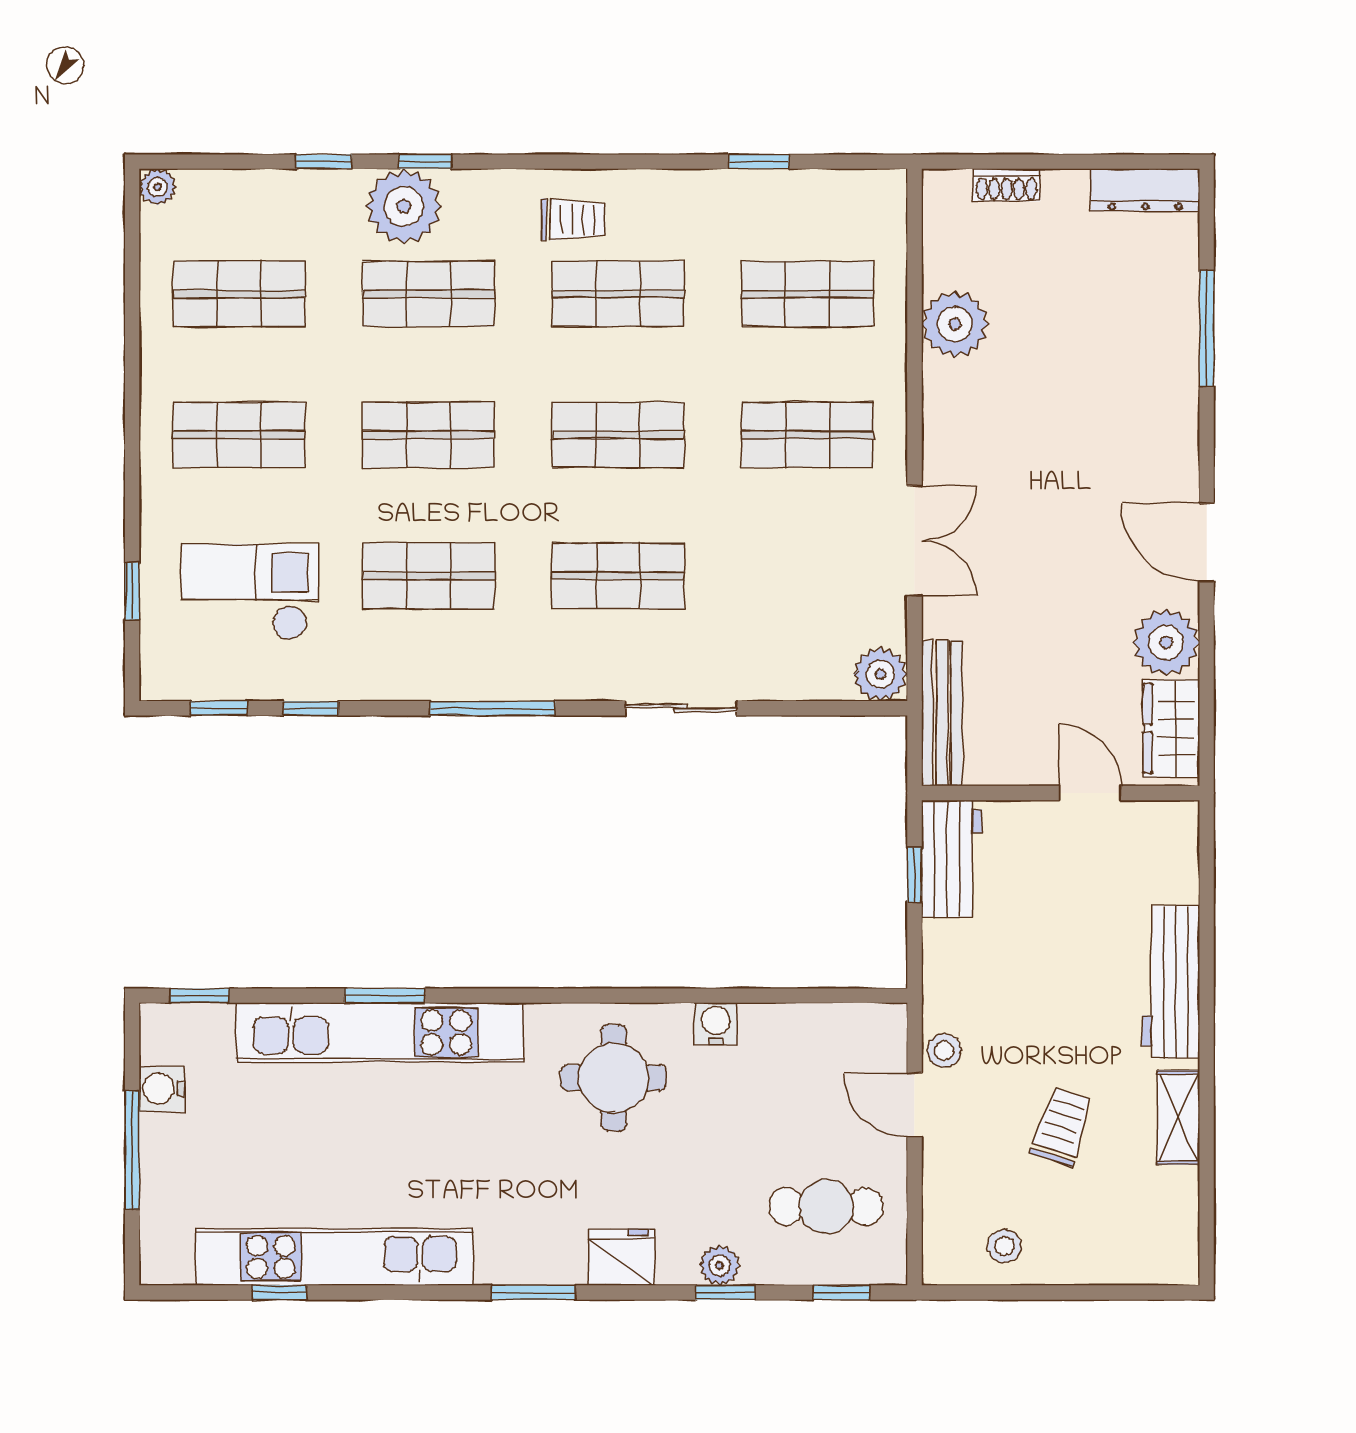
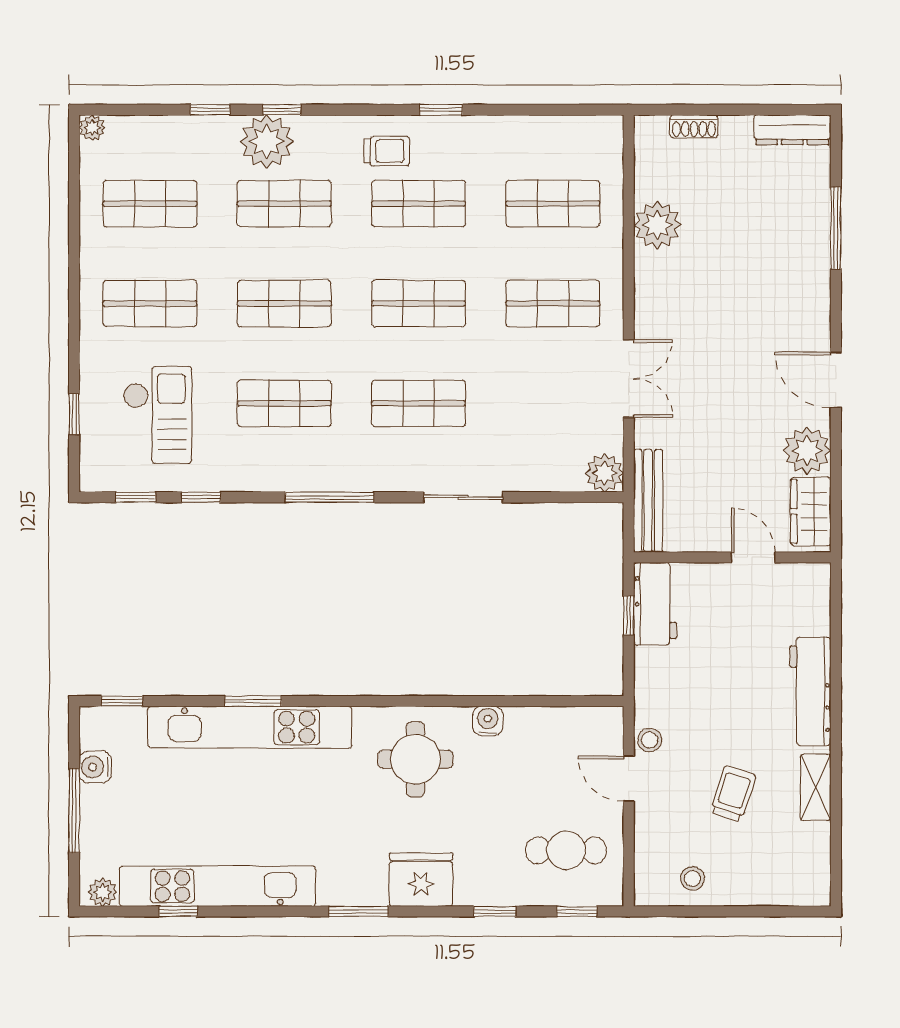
window: (759, 162) -> (441, 110), moved
checkout: (250, 592) -> (157, 415), turned 90
fridge: (621, 1257) -> (421, 880), width x1.36, depth x1.34
plant: (720, 1265) -> (103, 892), moved

